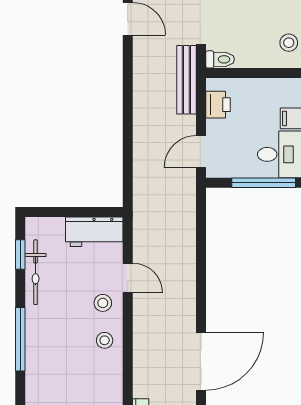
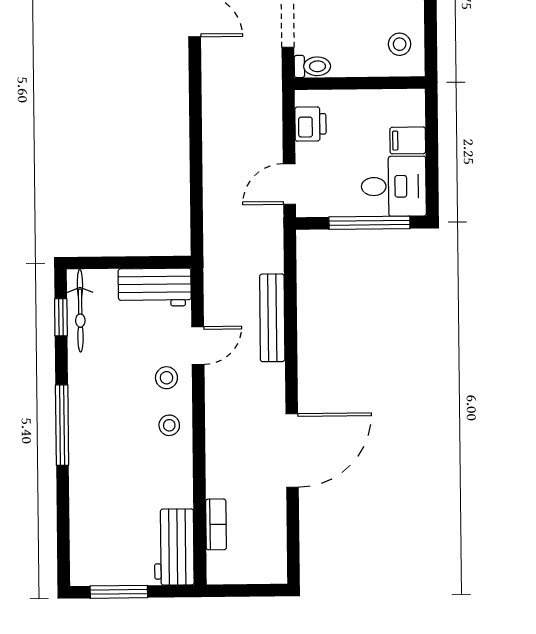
bench: (186, 80) -> (272, 318), moved
bicycle: (36, 272) -> (80, 311), moved
door: (128, 278) -> (198, 346), hinge flipped

